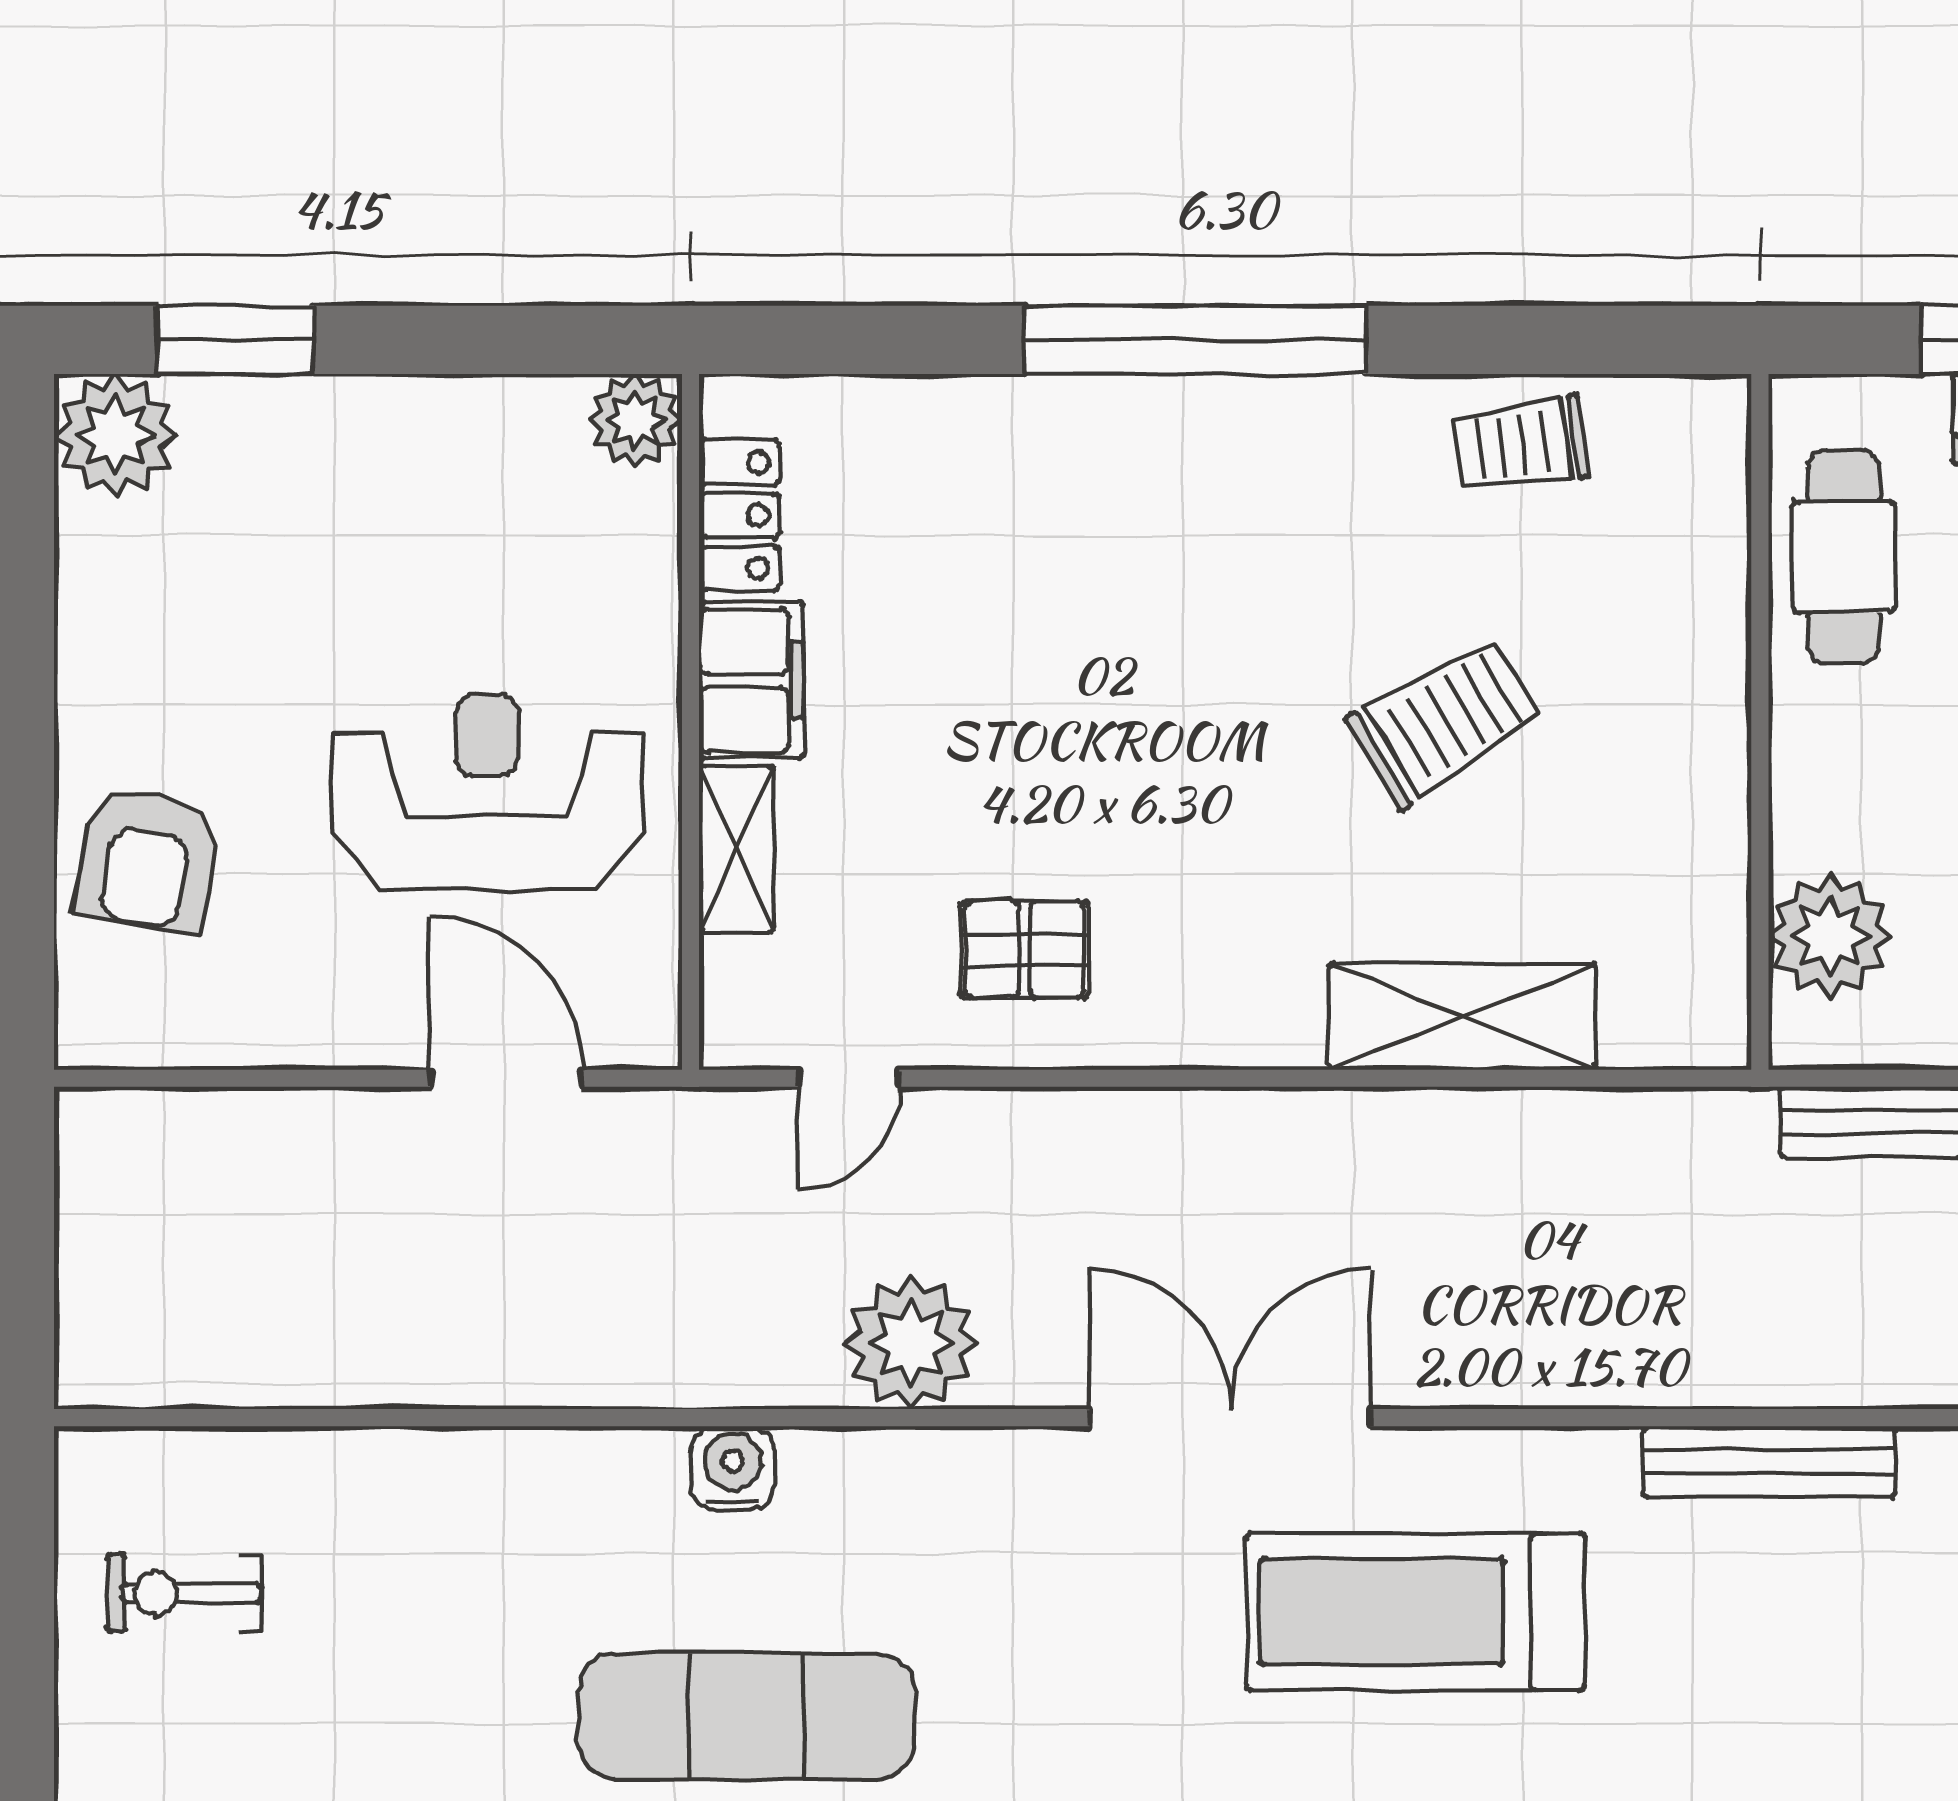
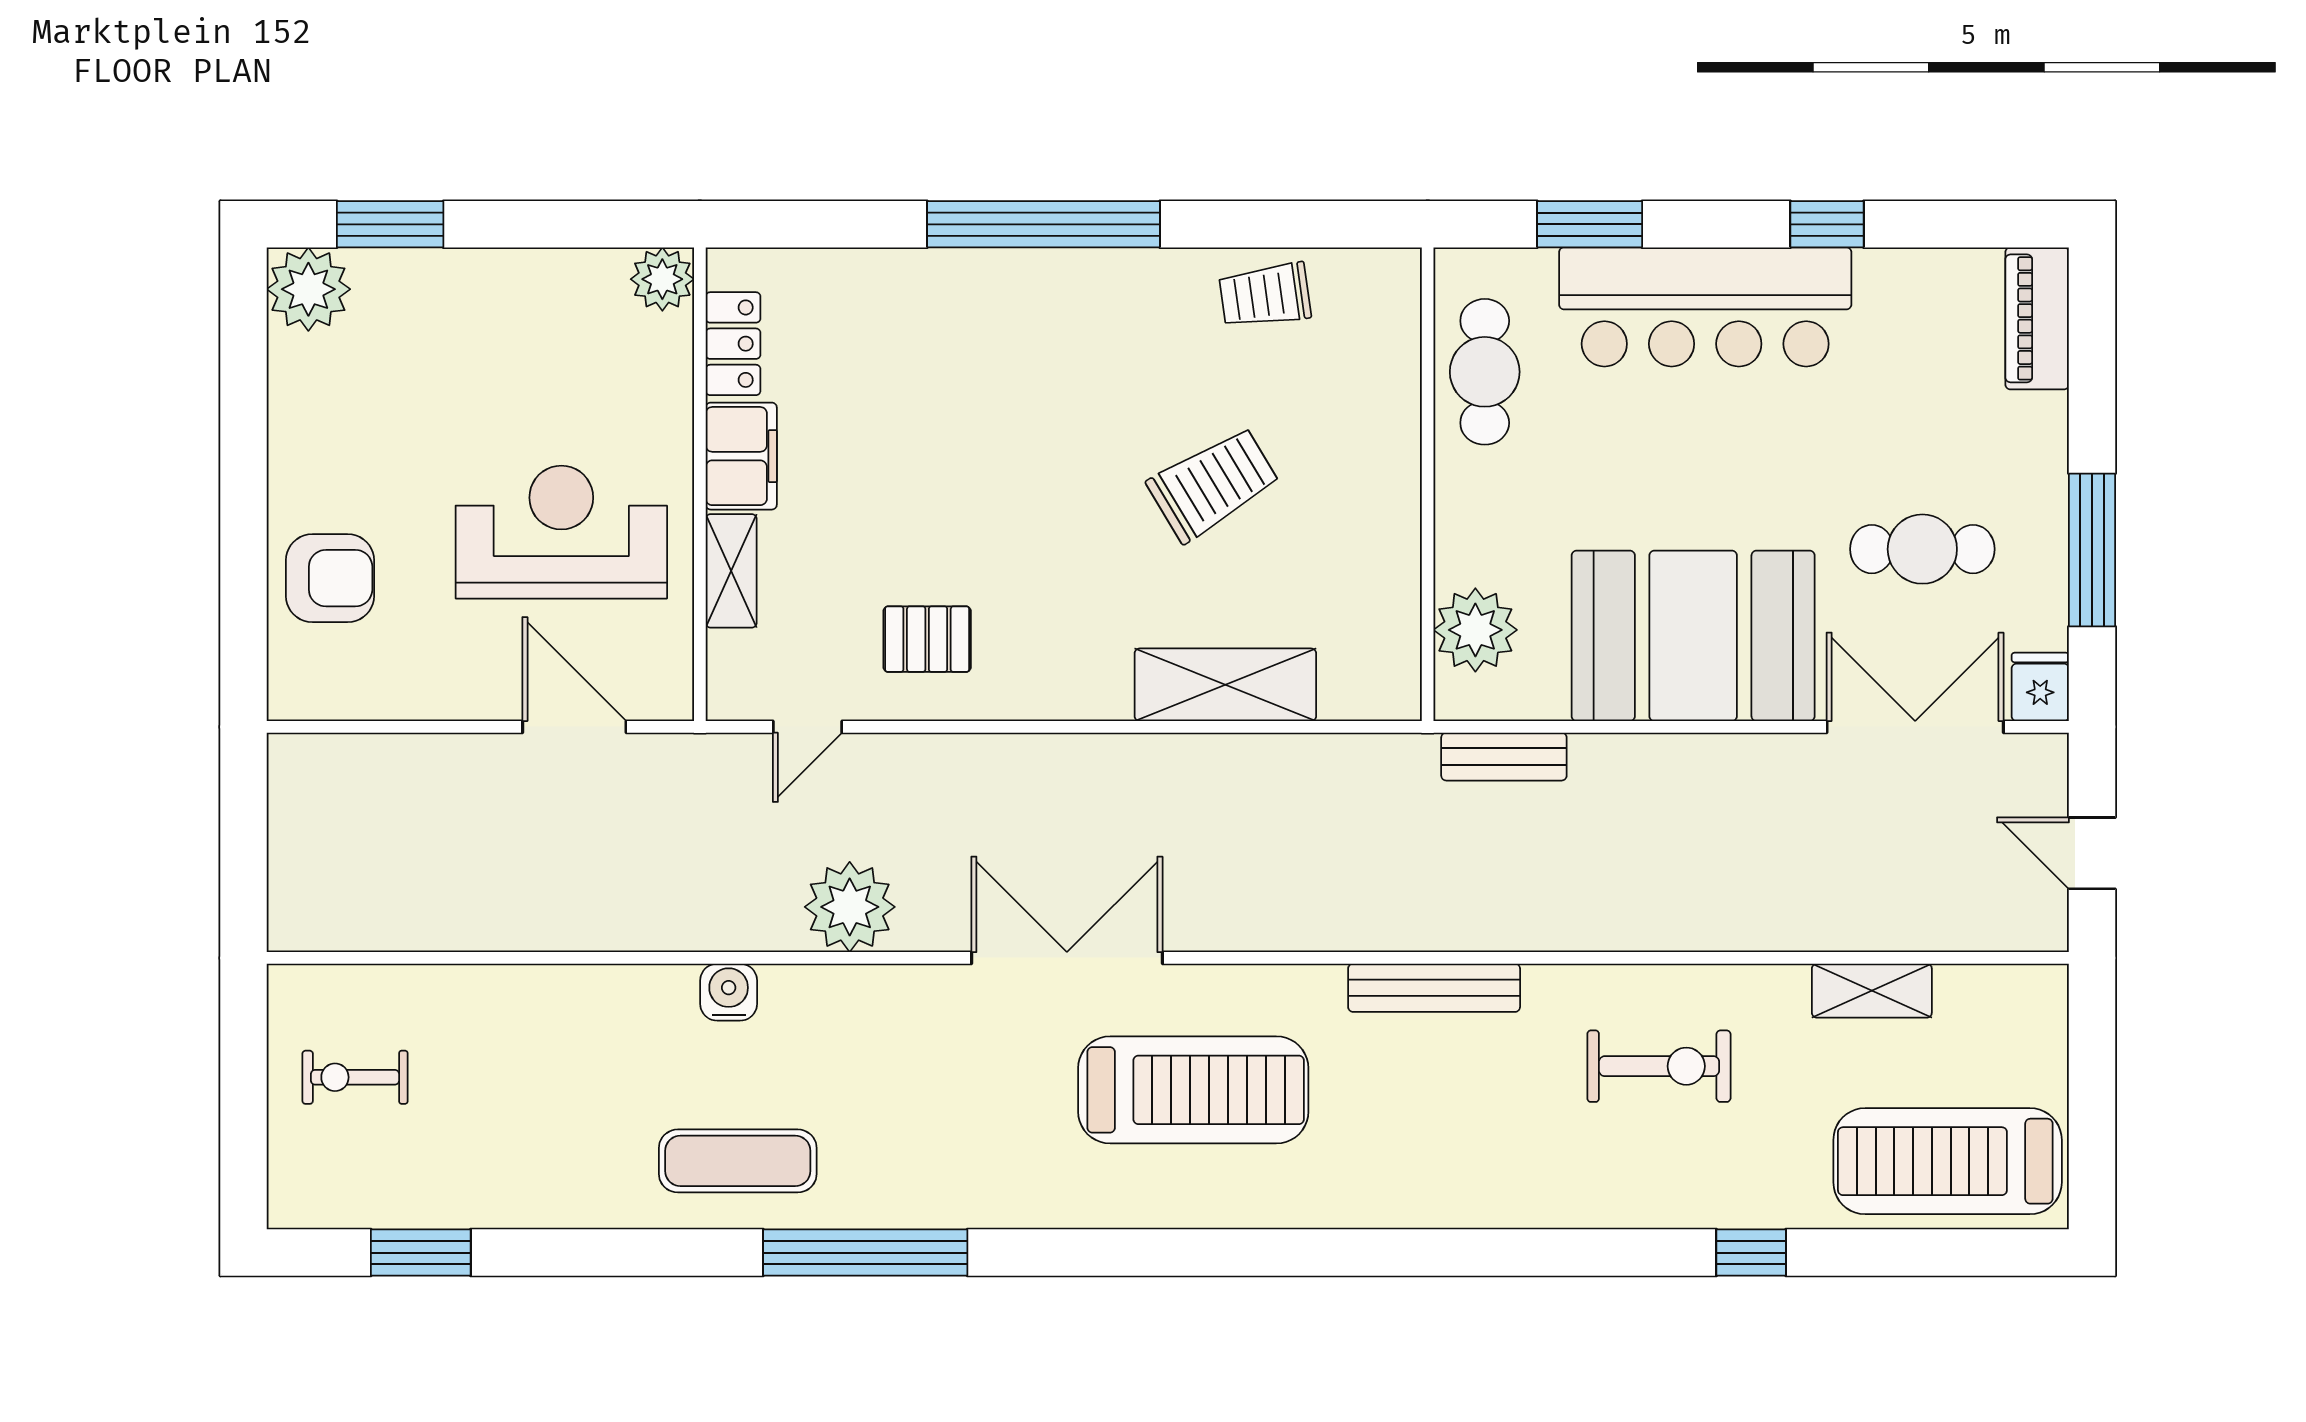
armchair: (147, 860) -> (330, 578), turned -100
treadmill: (1416, 1612) -> (1193, 1090), turned 180
exercise mat: (746, 1716) -> (738, 1161), width x0.73, depth x0.69

